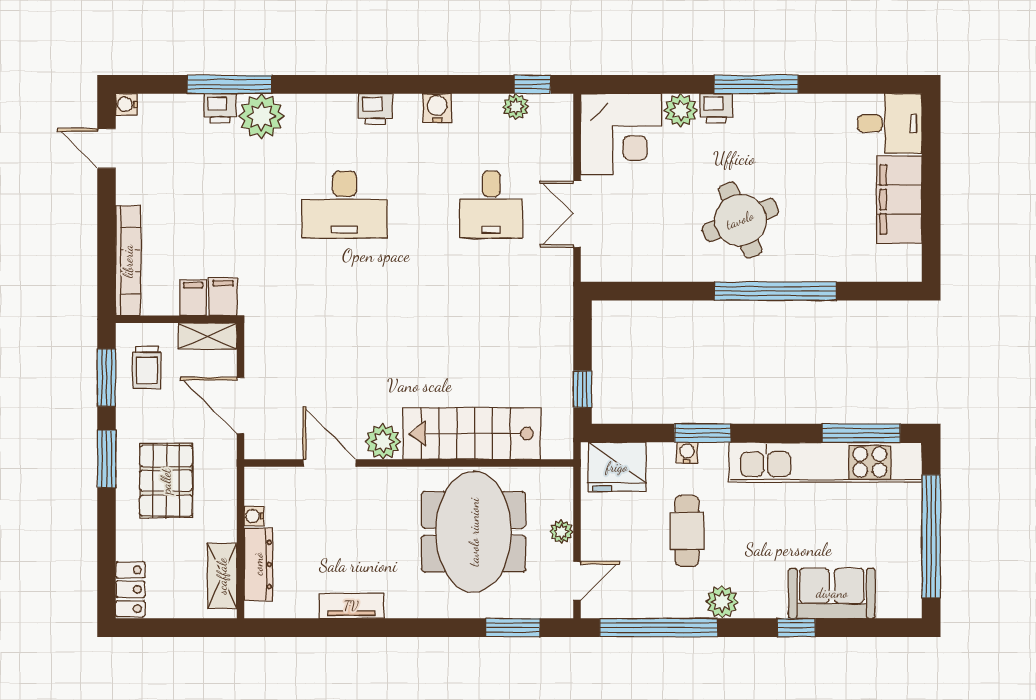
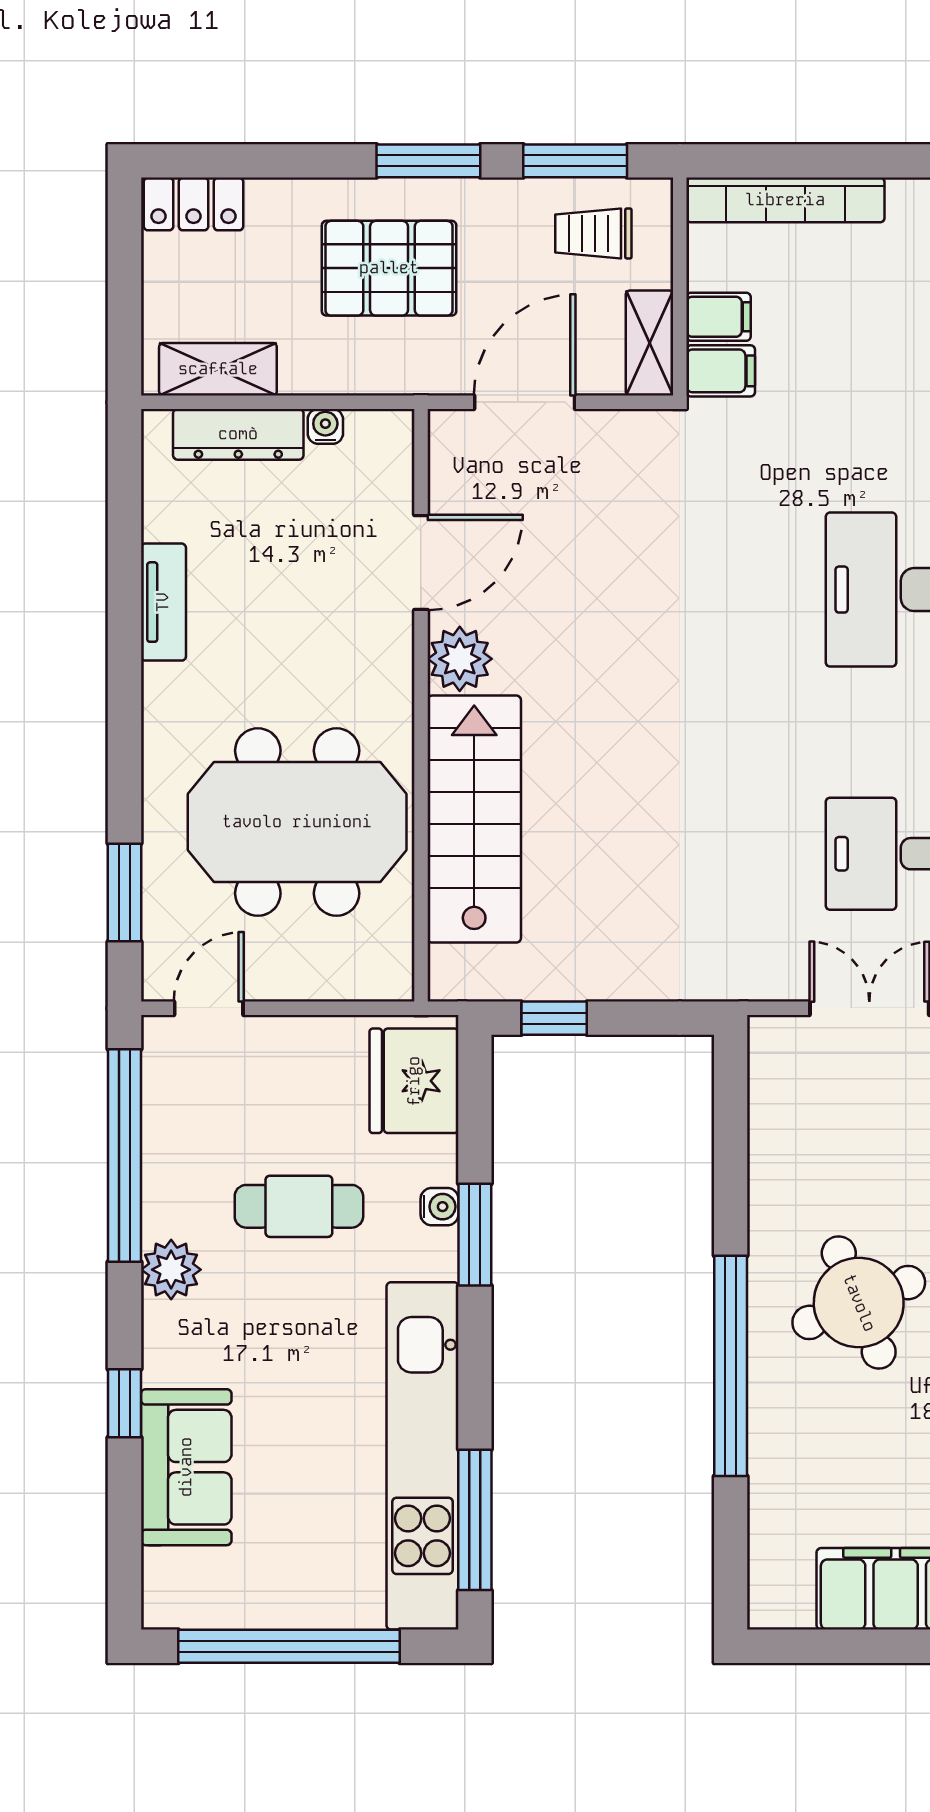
plant: (561, 532) -> (297, 980), removed
door: (577, 581) -> (209, 1008), swing flipped

